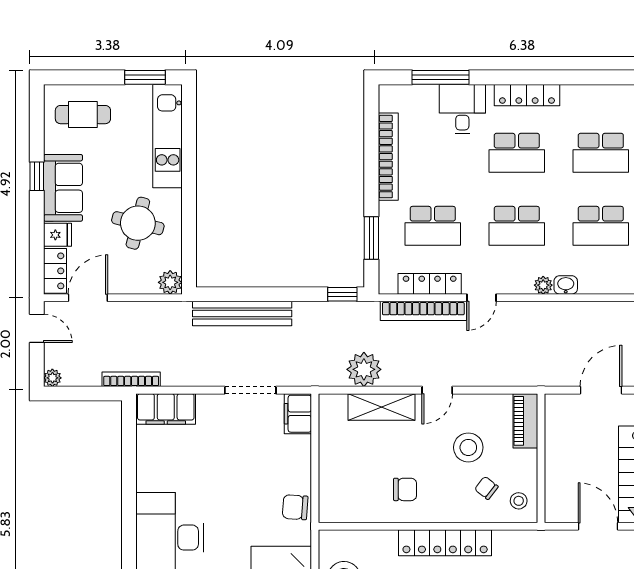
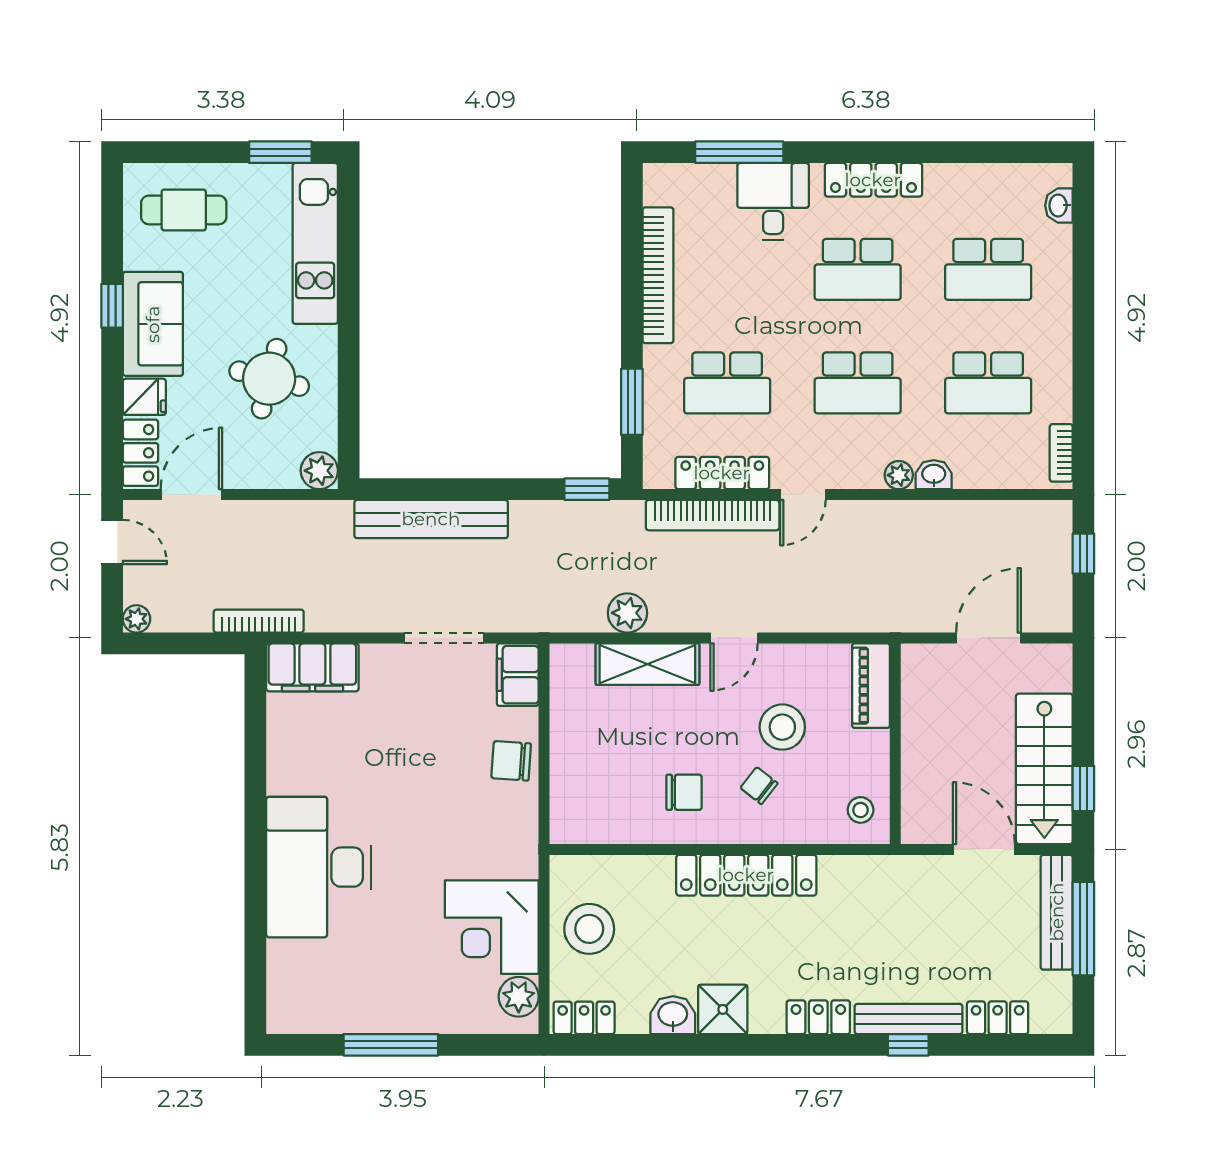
plant: (364, 369) -> (627, 613), width x0.73, depth x0.73
chair: (486, 488) -> (759, 786), moved
chair: (295, 507) -> (511, 761), moved

